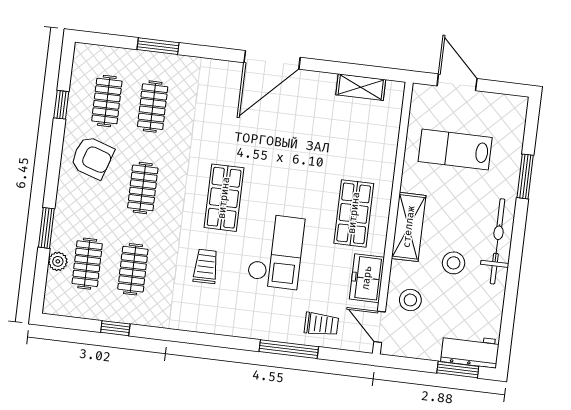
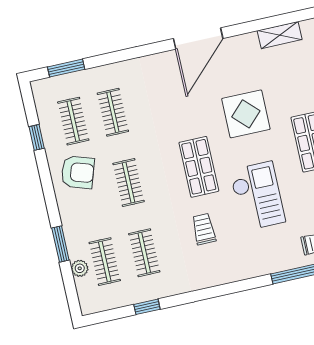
window: (158, 46) -> (66, 68), moved
display table: (295, 159) -> (246, 114), added

